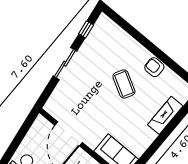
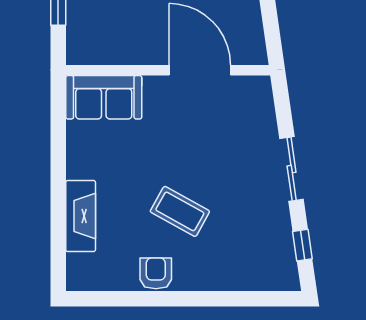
armchair: (154, 67) -> (156, 273), turned -90

